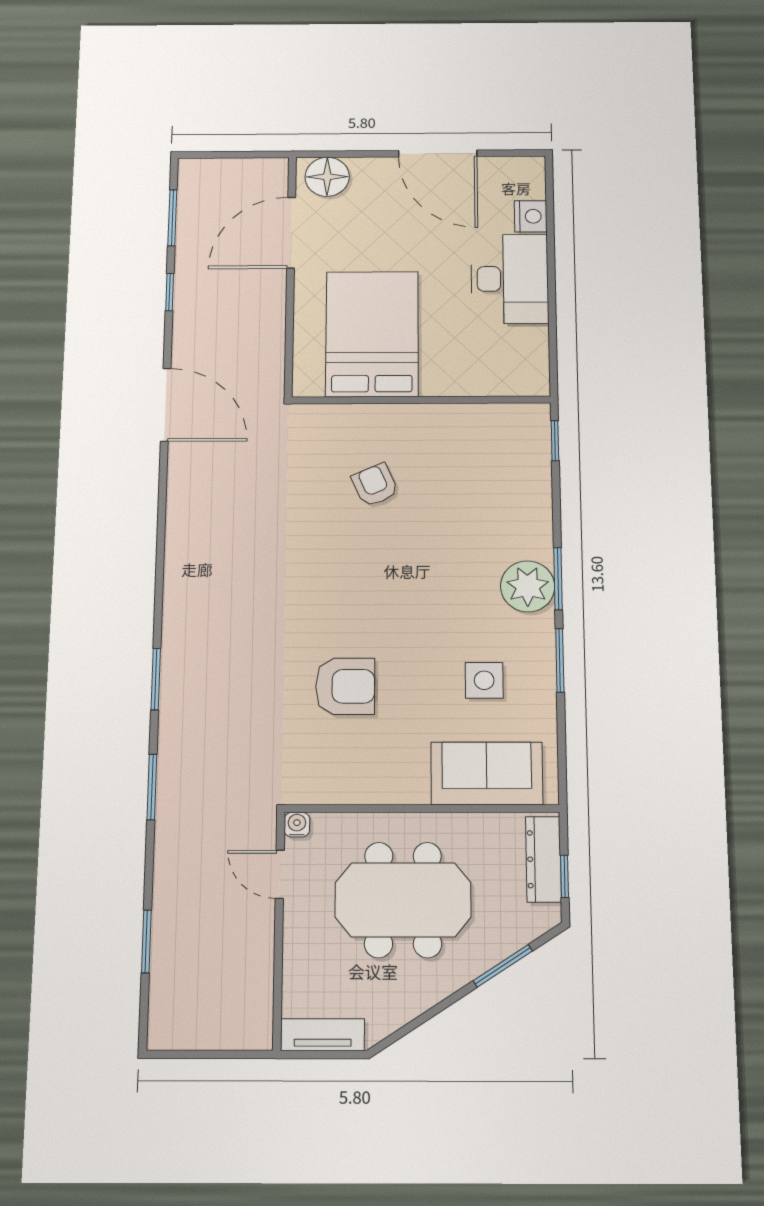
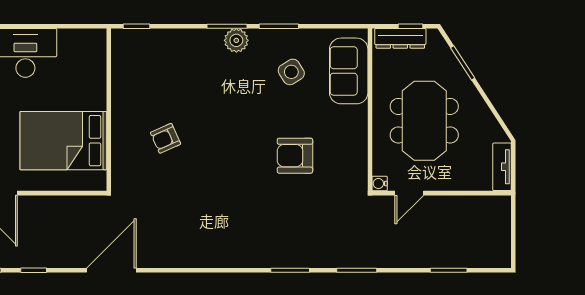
plant: (528, 586) -> (236, 40), width x0.73, depth x0.73
side table: (484, 680) -> (291, 72), turned -32
armchair: (345, 686) -> (295, 156), turned -90

